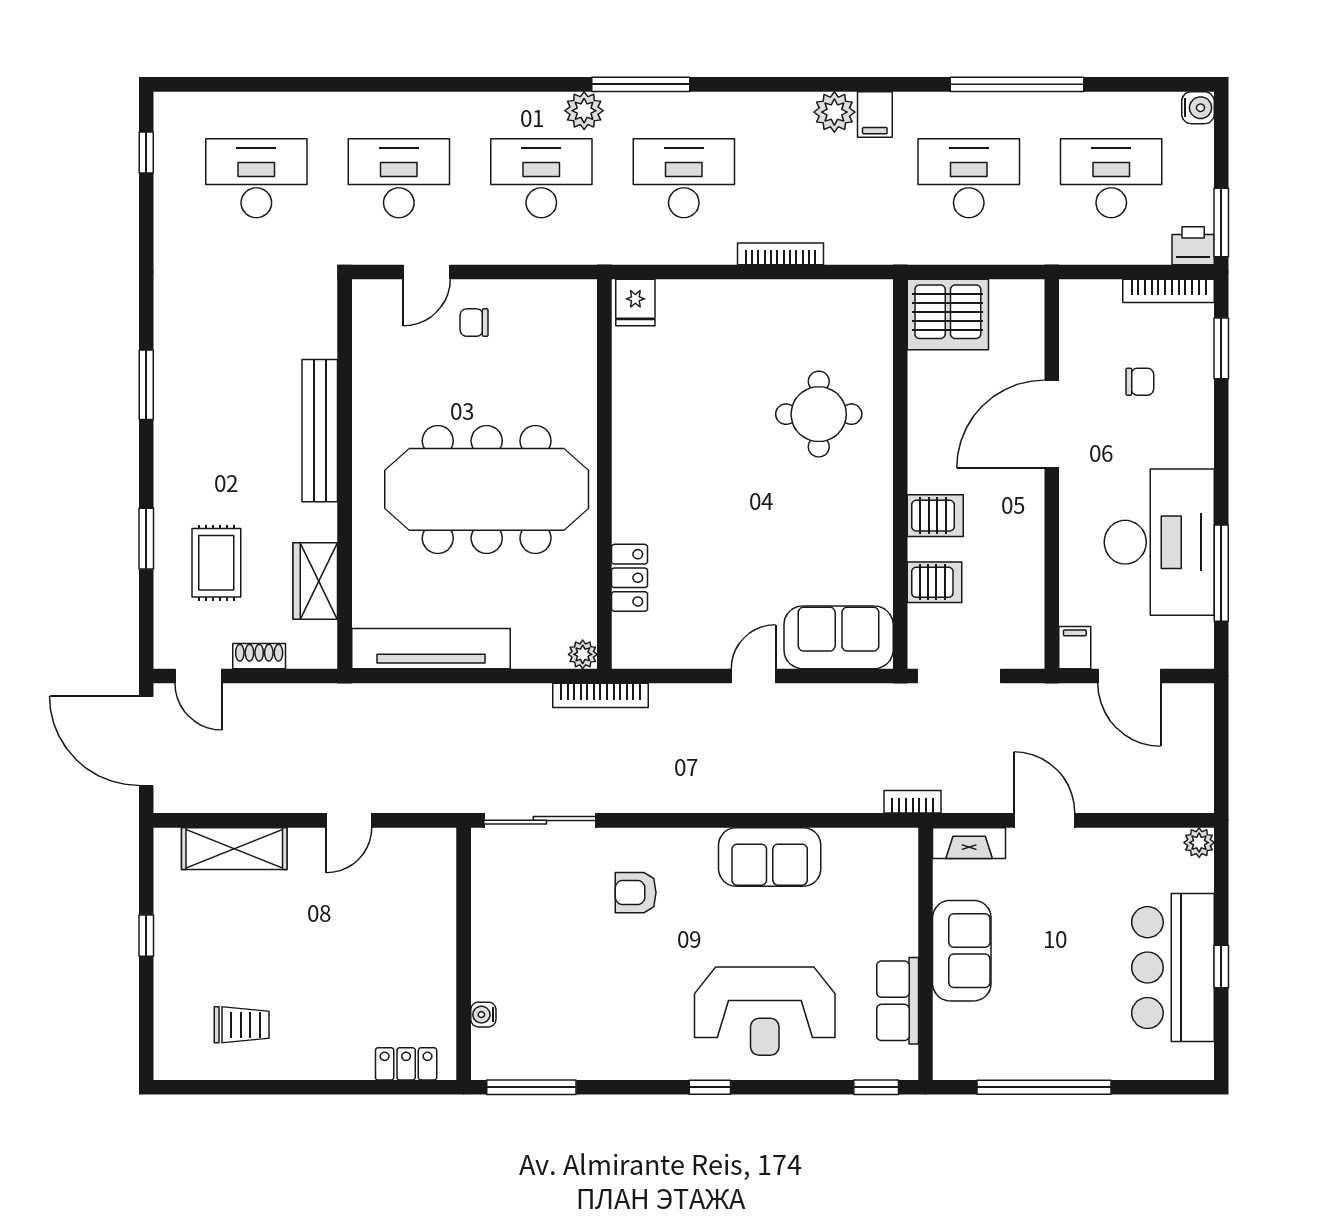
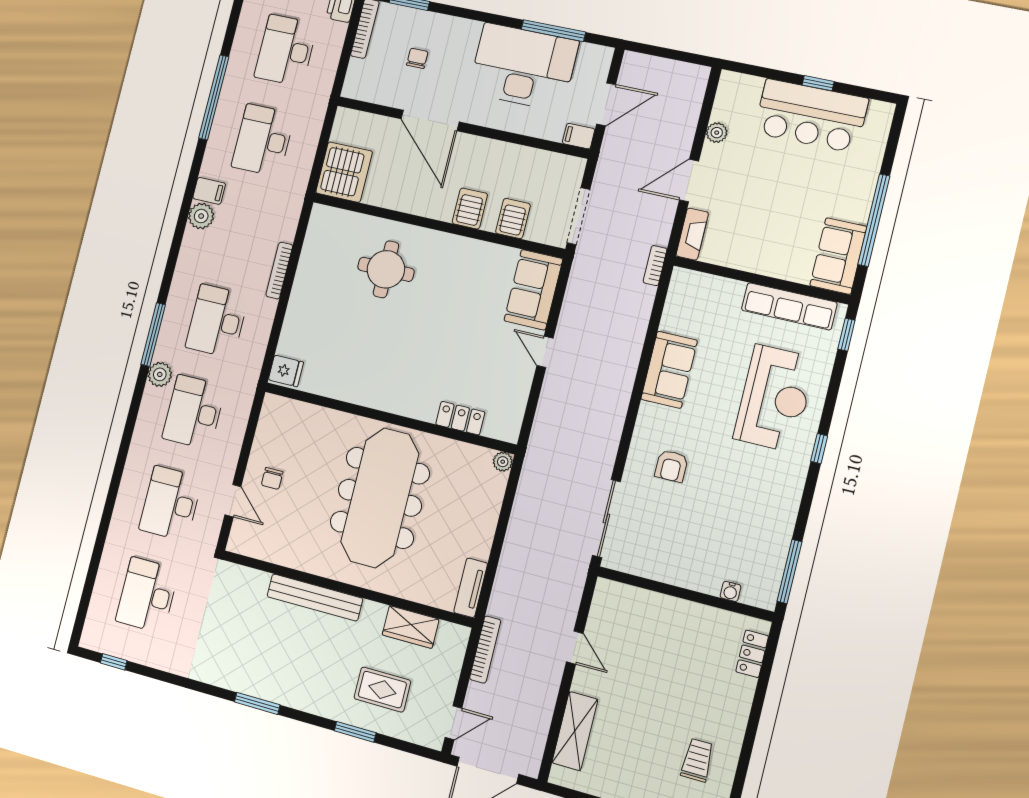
tv unit: (431, 649) -> (471, 588), width x0.52, depth x0.78
shoe rack: (259, 656) -> (450, 678), removed
bookcase: (600, 695) -> (485, 650), moved
plant: (1199, 843) -> (717, 133), moved
sofa: (962, 951) -> (838, 256), moved, turned -90
row of seats: (898, 1001) -> (789, 306), width x1.48

